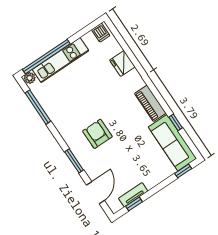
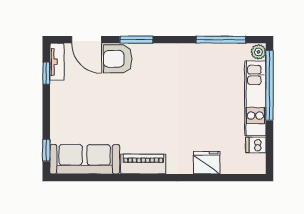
dishwasher: (101, 33) -> (256, 145), moved
window: (176, 122) -> (104, 178), removed
armchair: (97, 134) -> (118, 59), moved, turned 180
tv unit: (133, 195) -> (57, 62), moved

